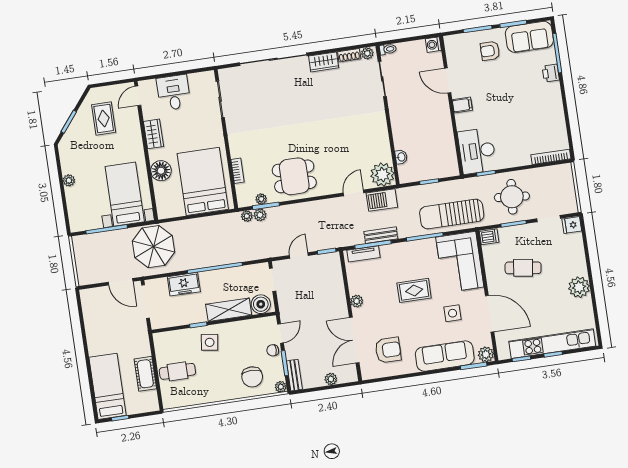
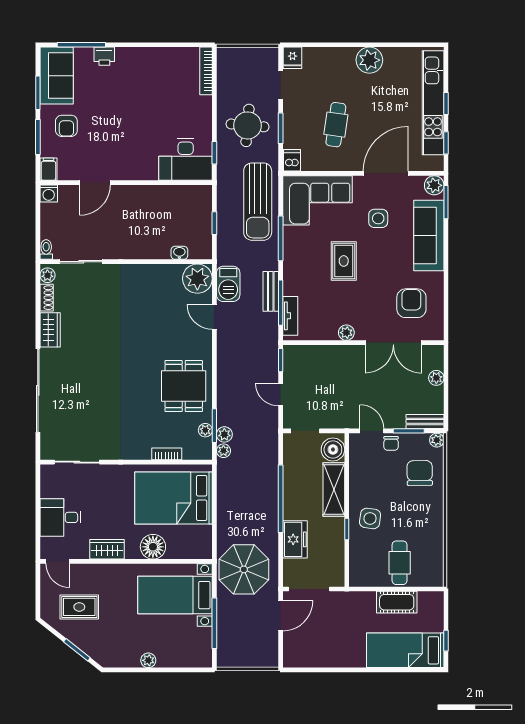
filing cabinet: (462, 105) -> (48, 169), moved
chair: (252, 377) -> (420, 473), turned -91

